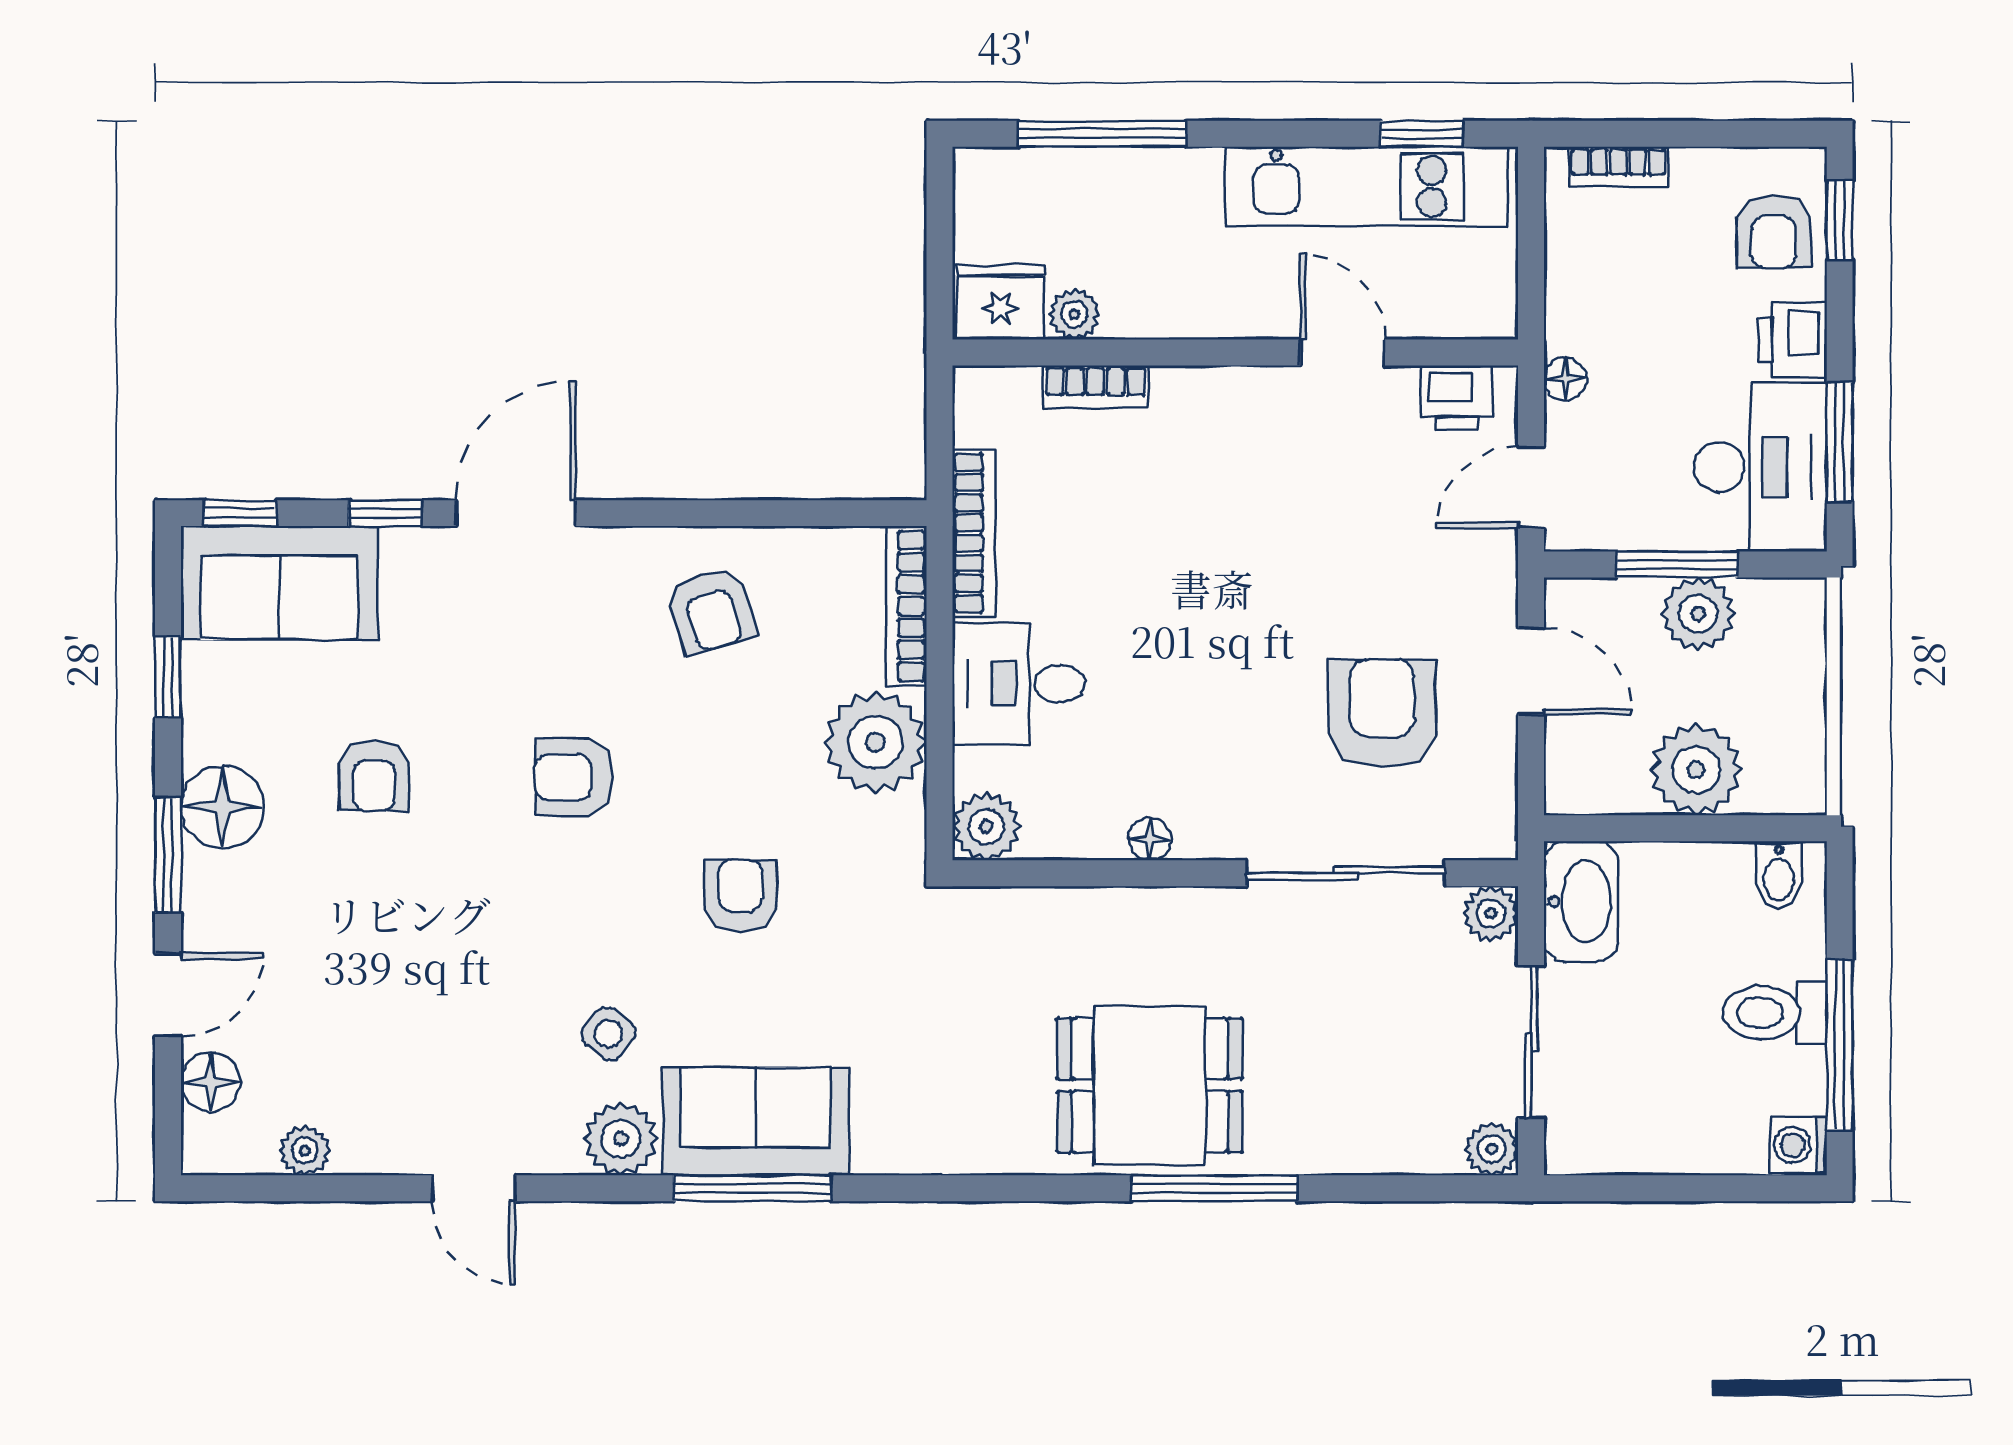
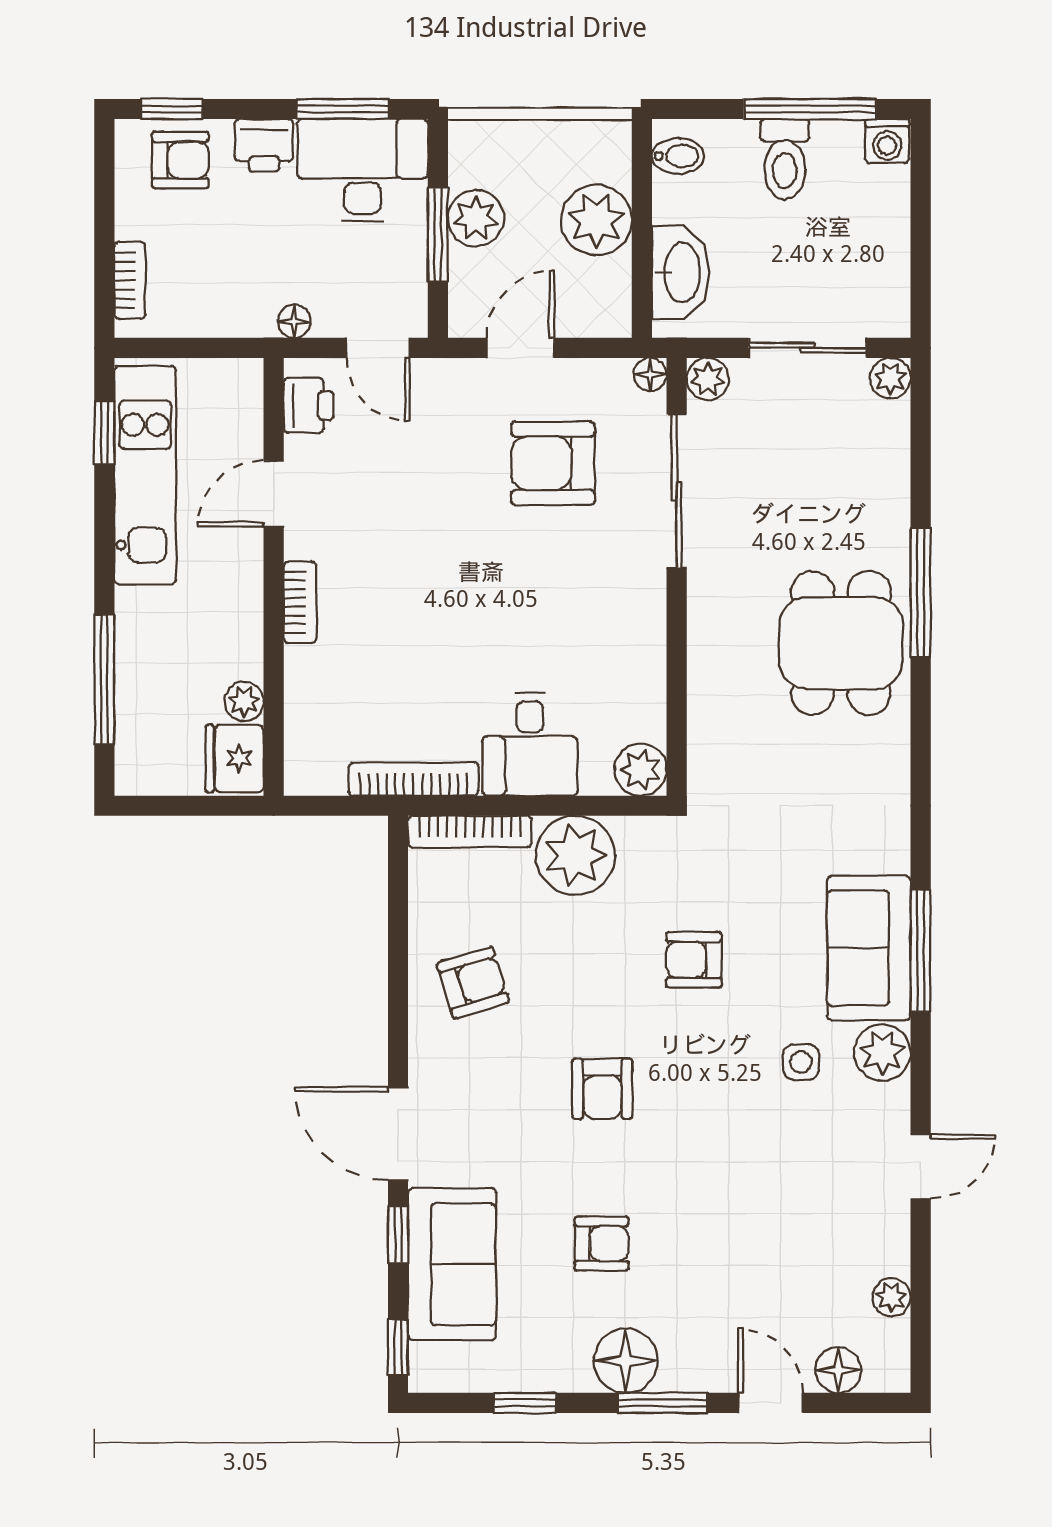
bookcase: (1095, 386) -> (300, 602), moved
sofa: (279, 583) -> (452, 1264), moved
floor lamp: (1150, 839) -> (650, 374), moved
washbasin: (1581, 902) -> (680, 272), moved, turned 90
side table: (608, 1034) -> (801, 1062), turned -38

